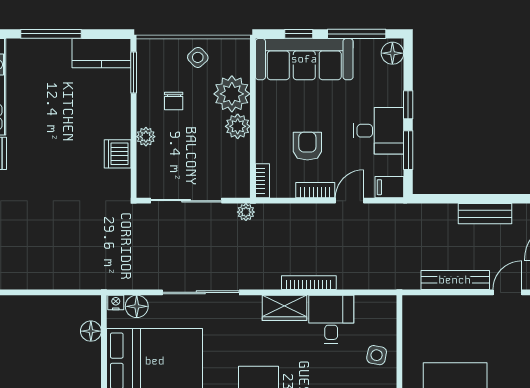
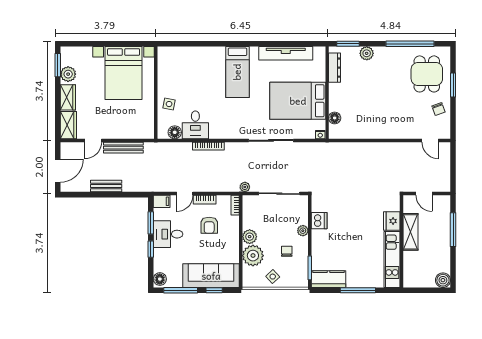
floor lamp: (137, 306) -> (175, 132), moved
wardrobe: (284, 308) -> (222, 131), removed

